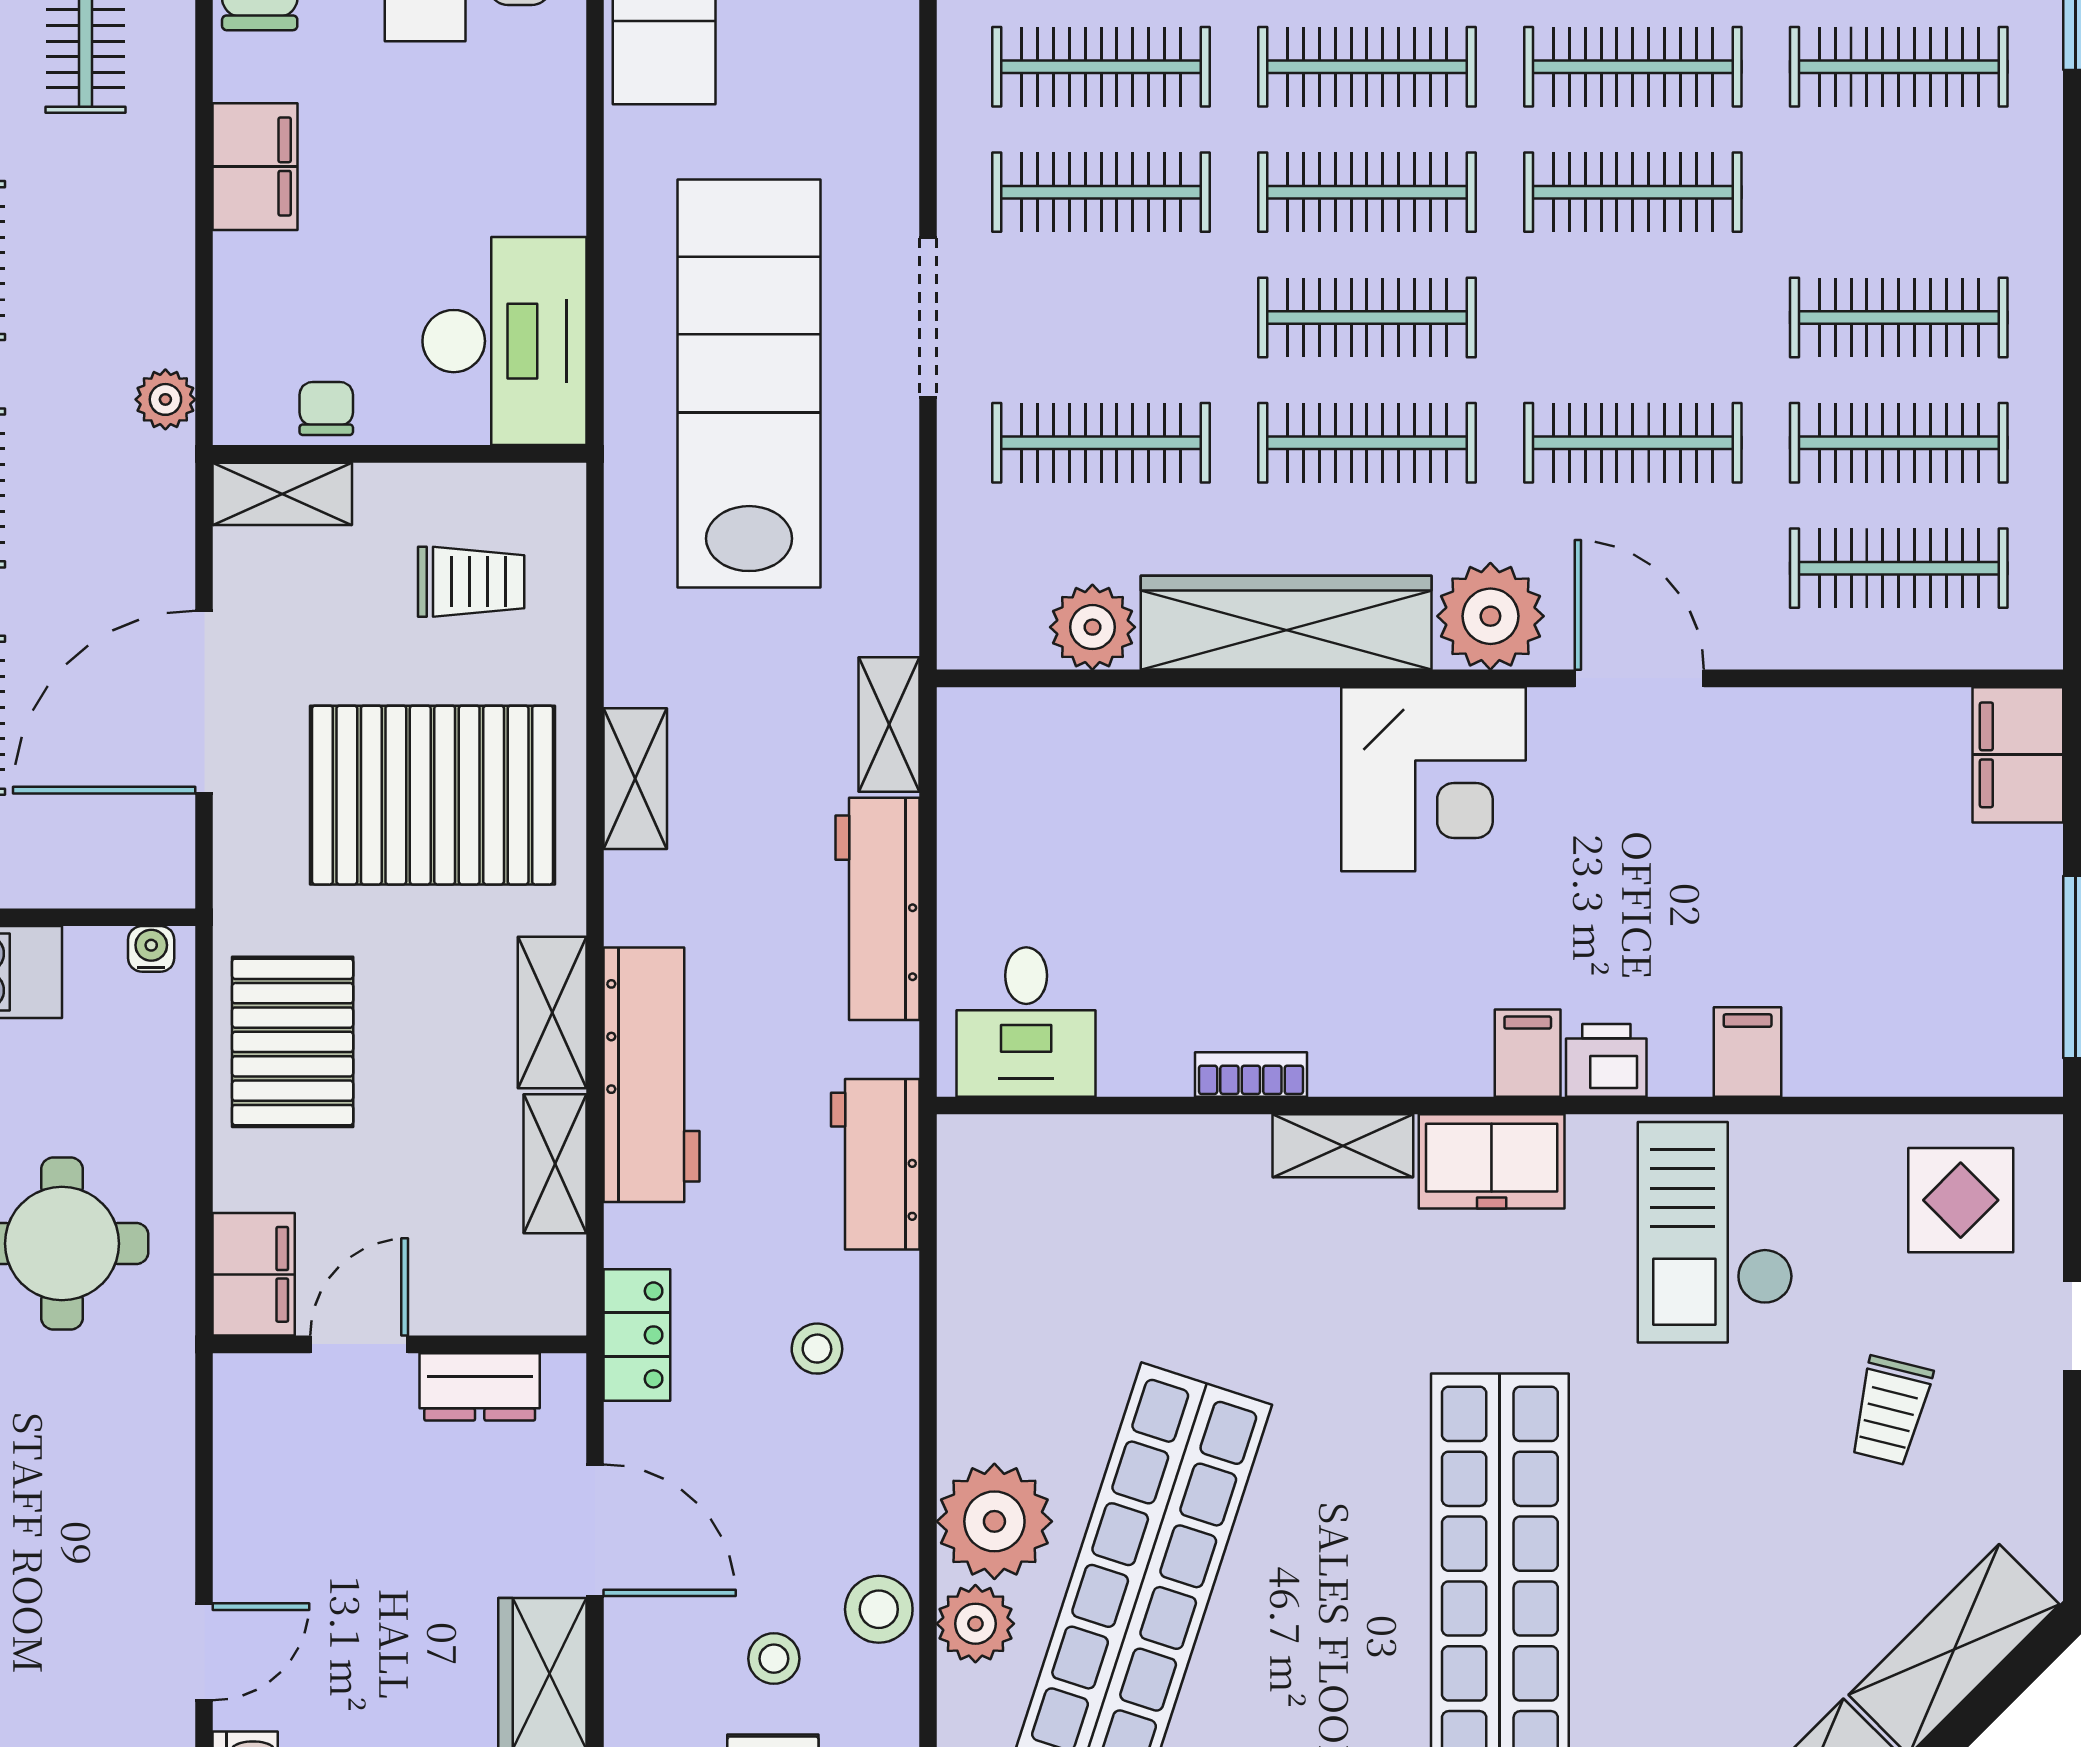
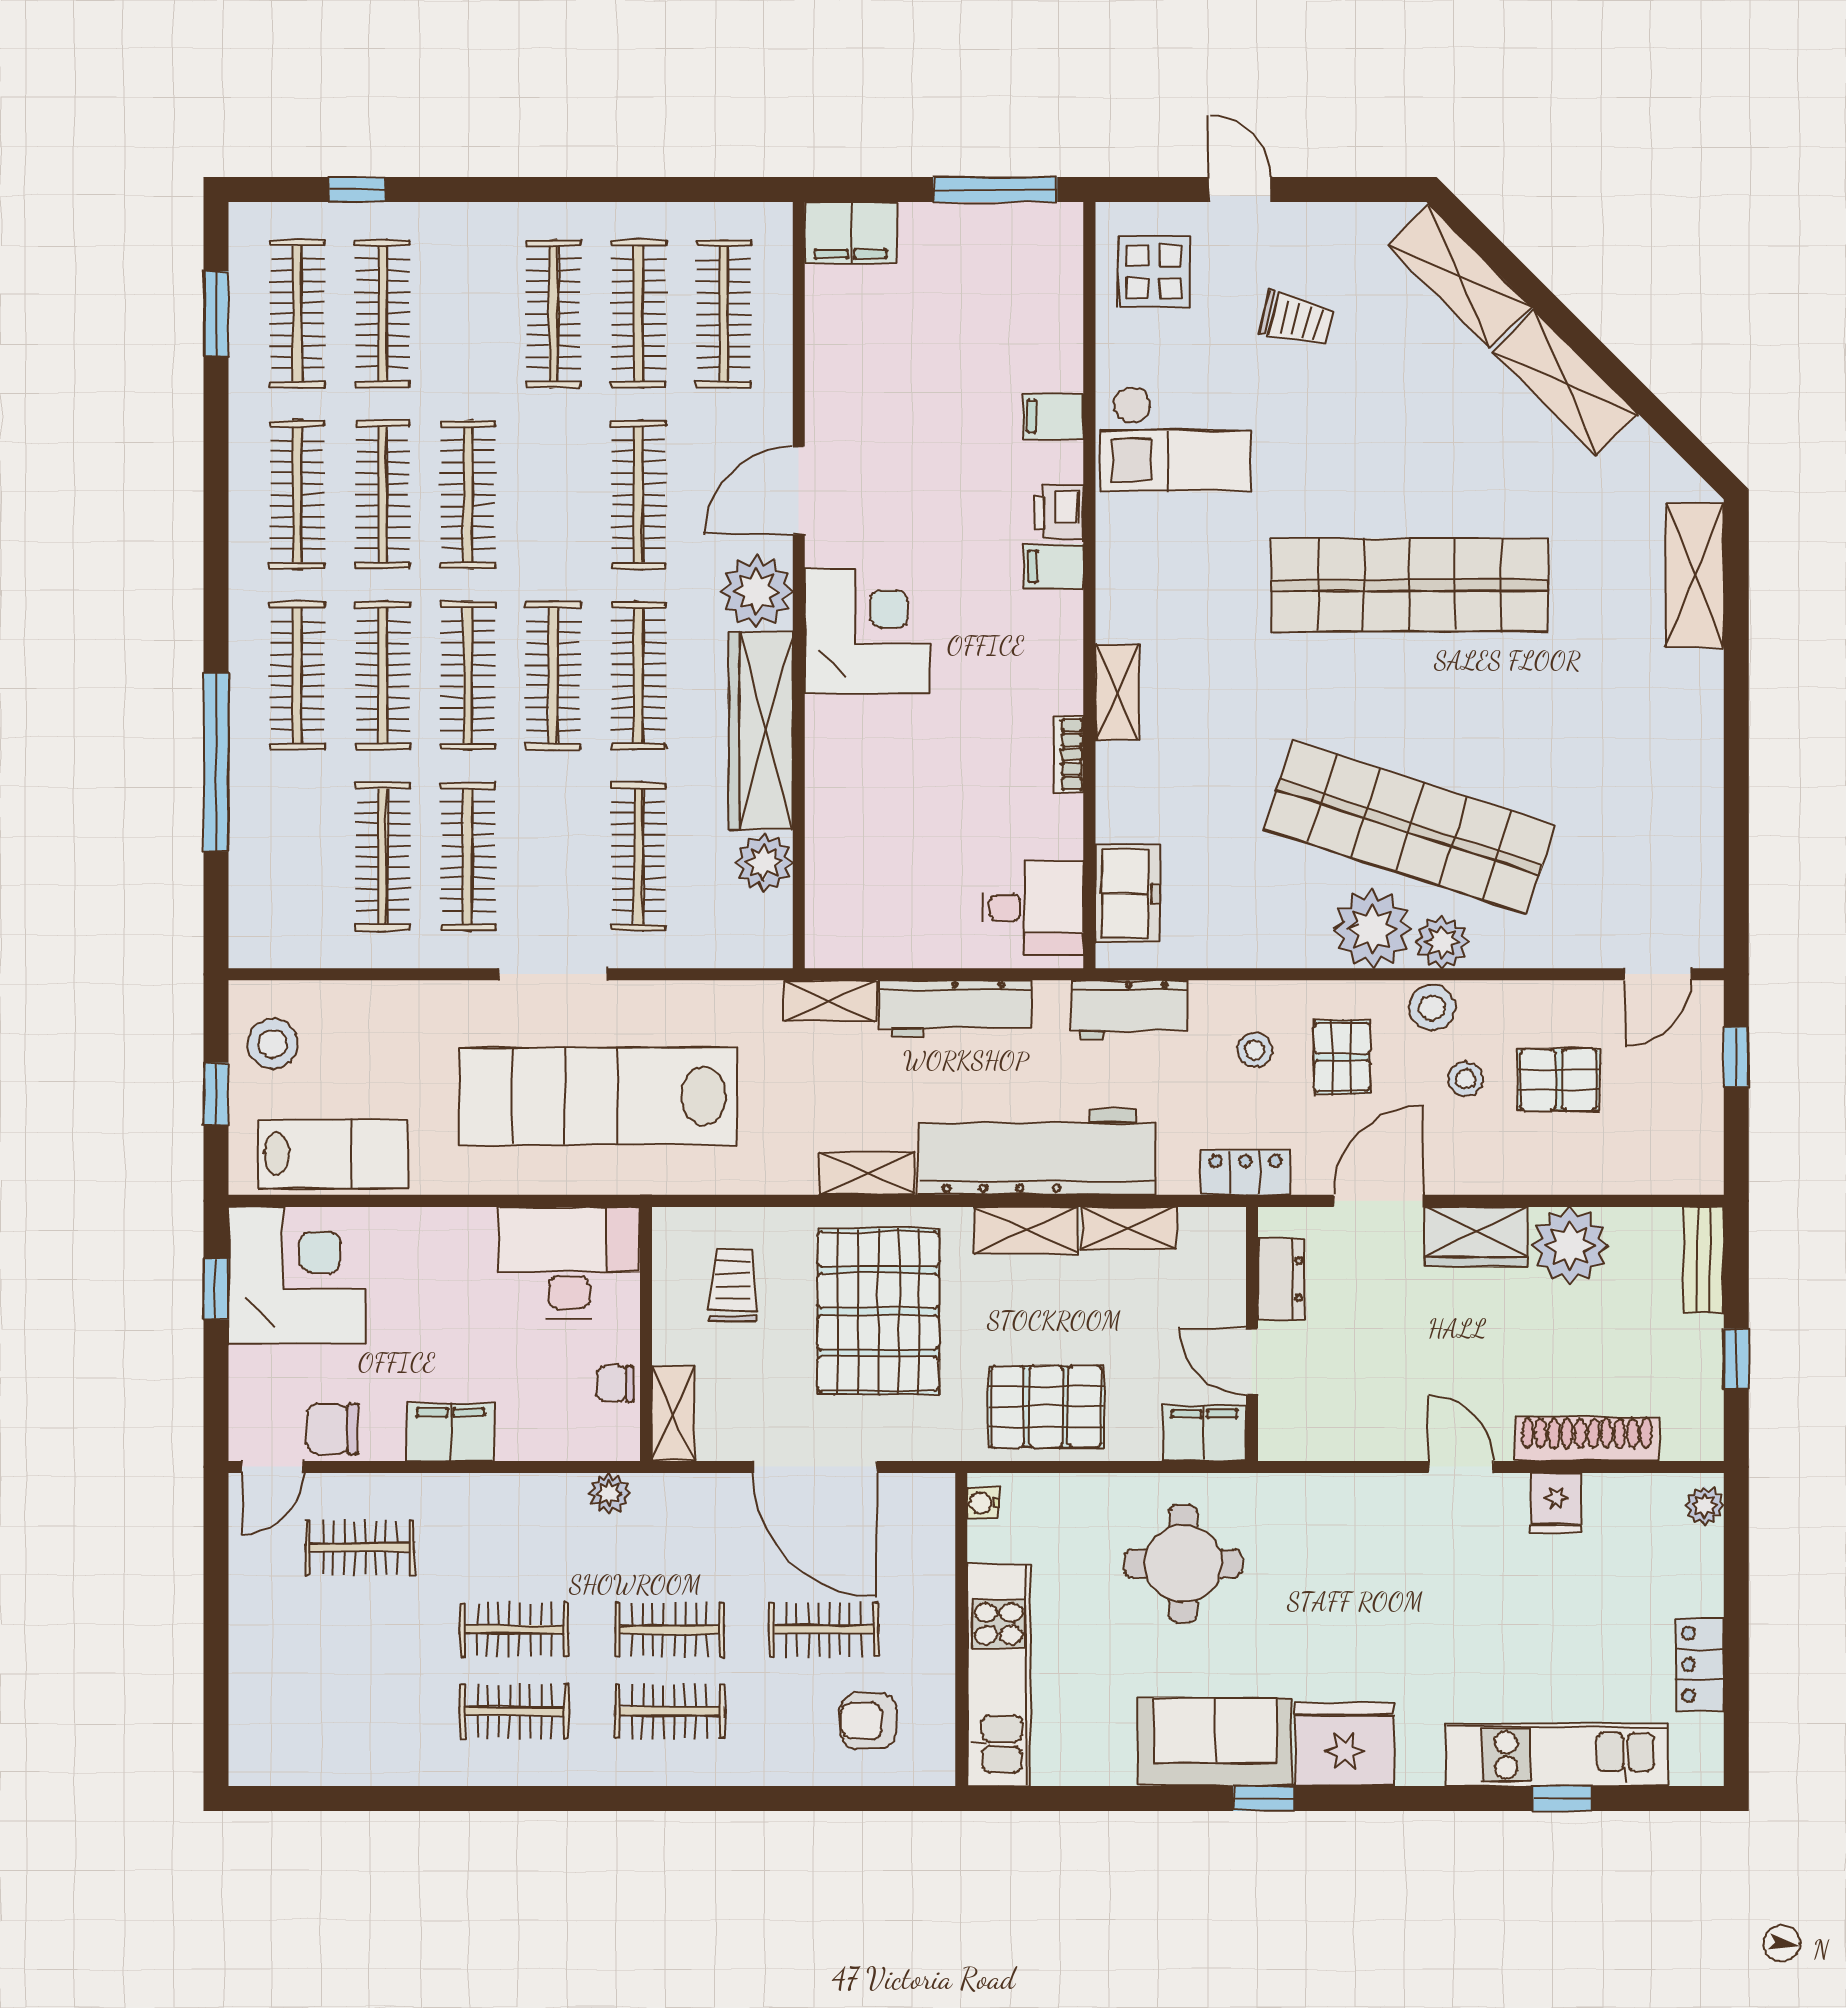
workbench: (651, 1075) -> (1037, 1152), width x1.36, depth x1.32
freezer: (1492, 1161) -> (1127, 894), moved
pallet: (806, 1477) -> (1342, 1057), added

